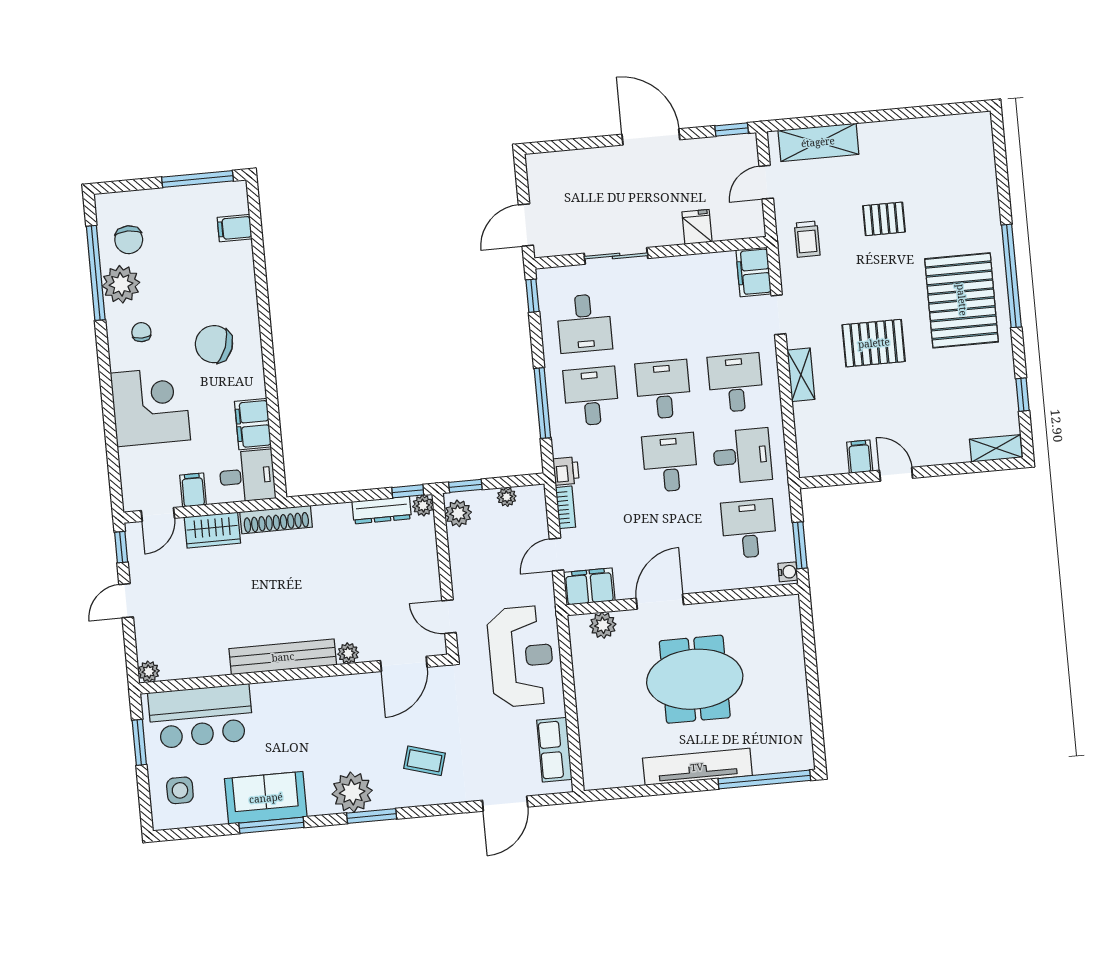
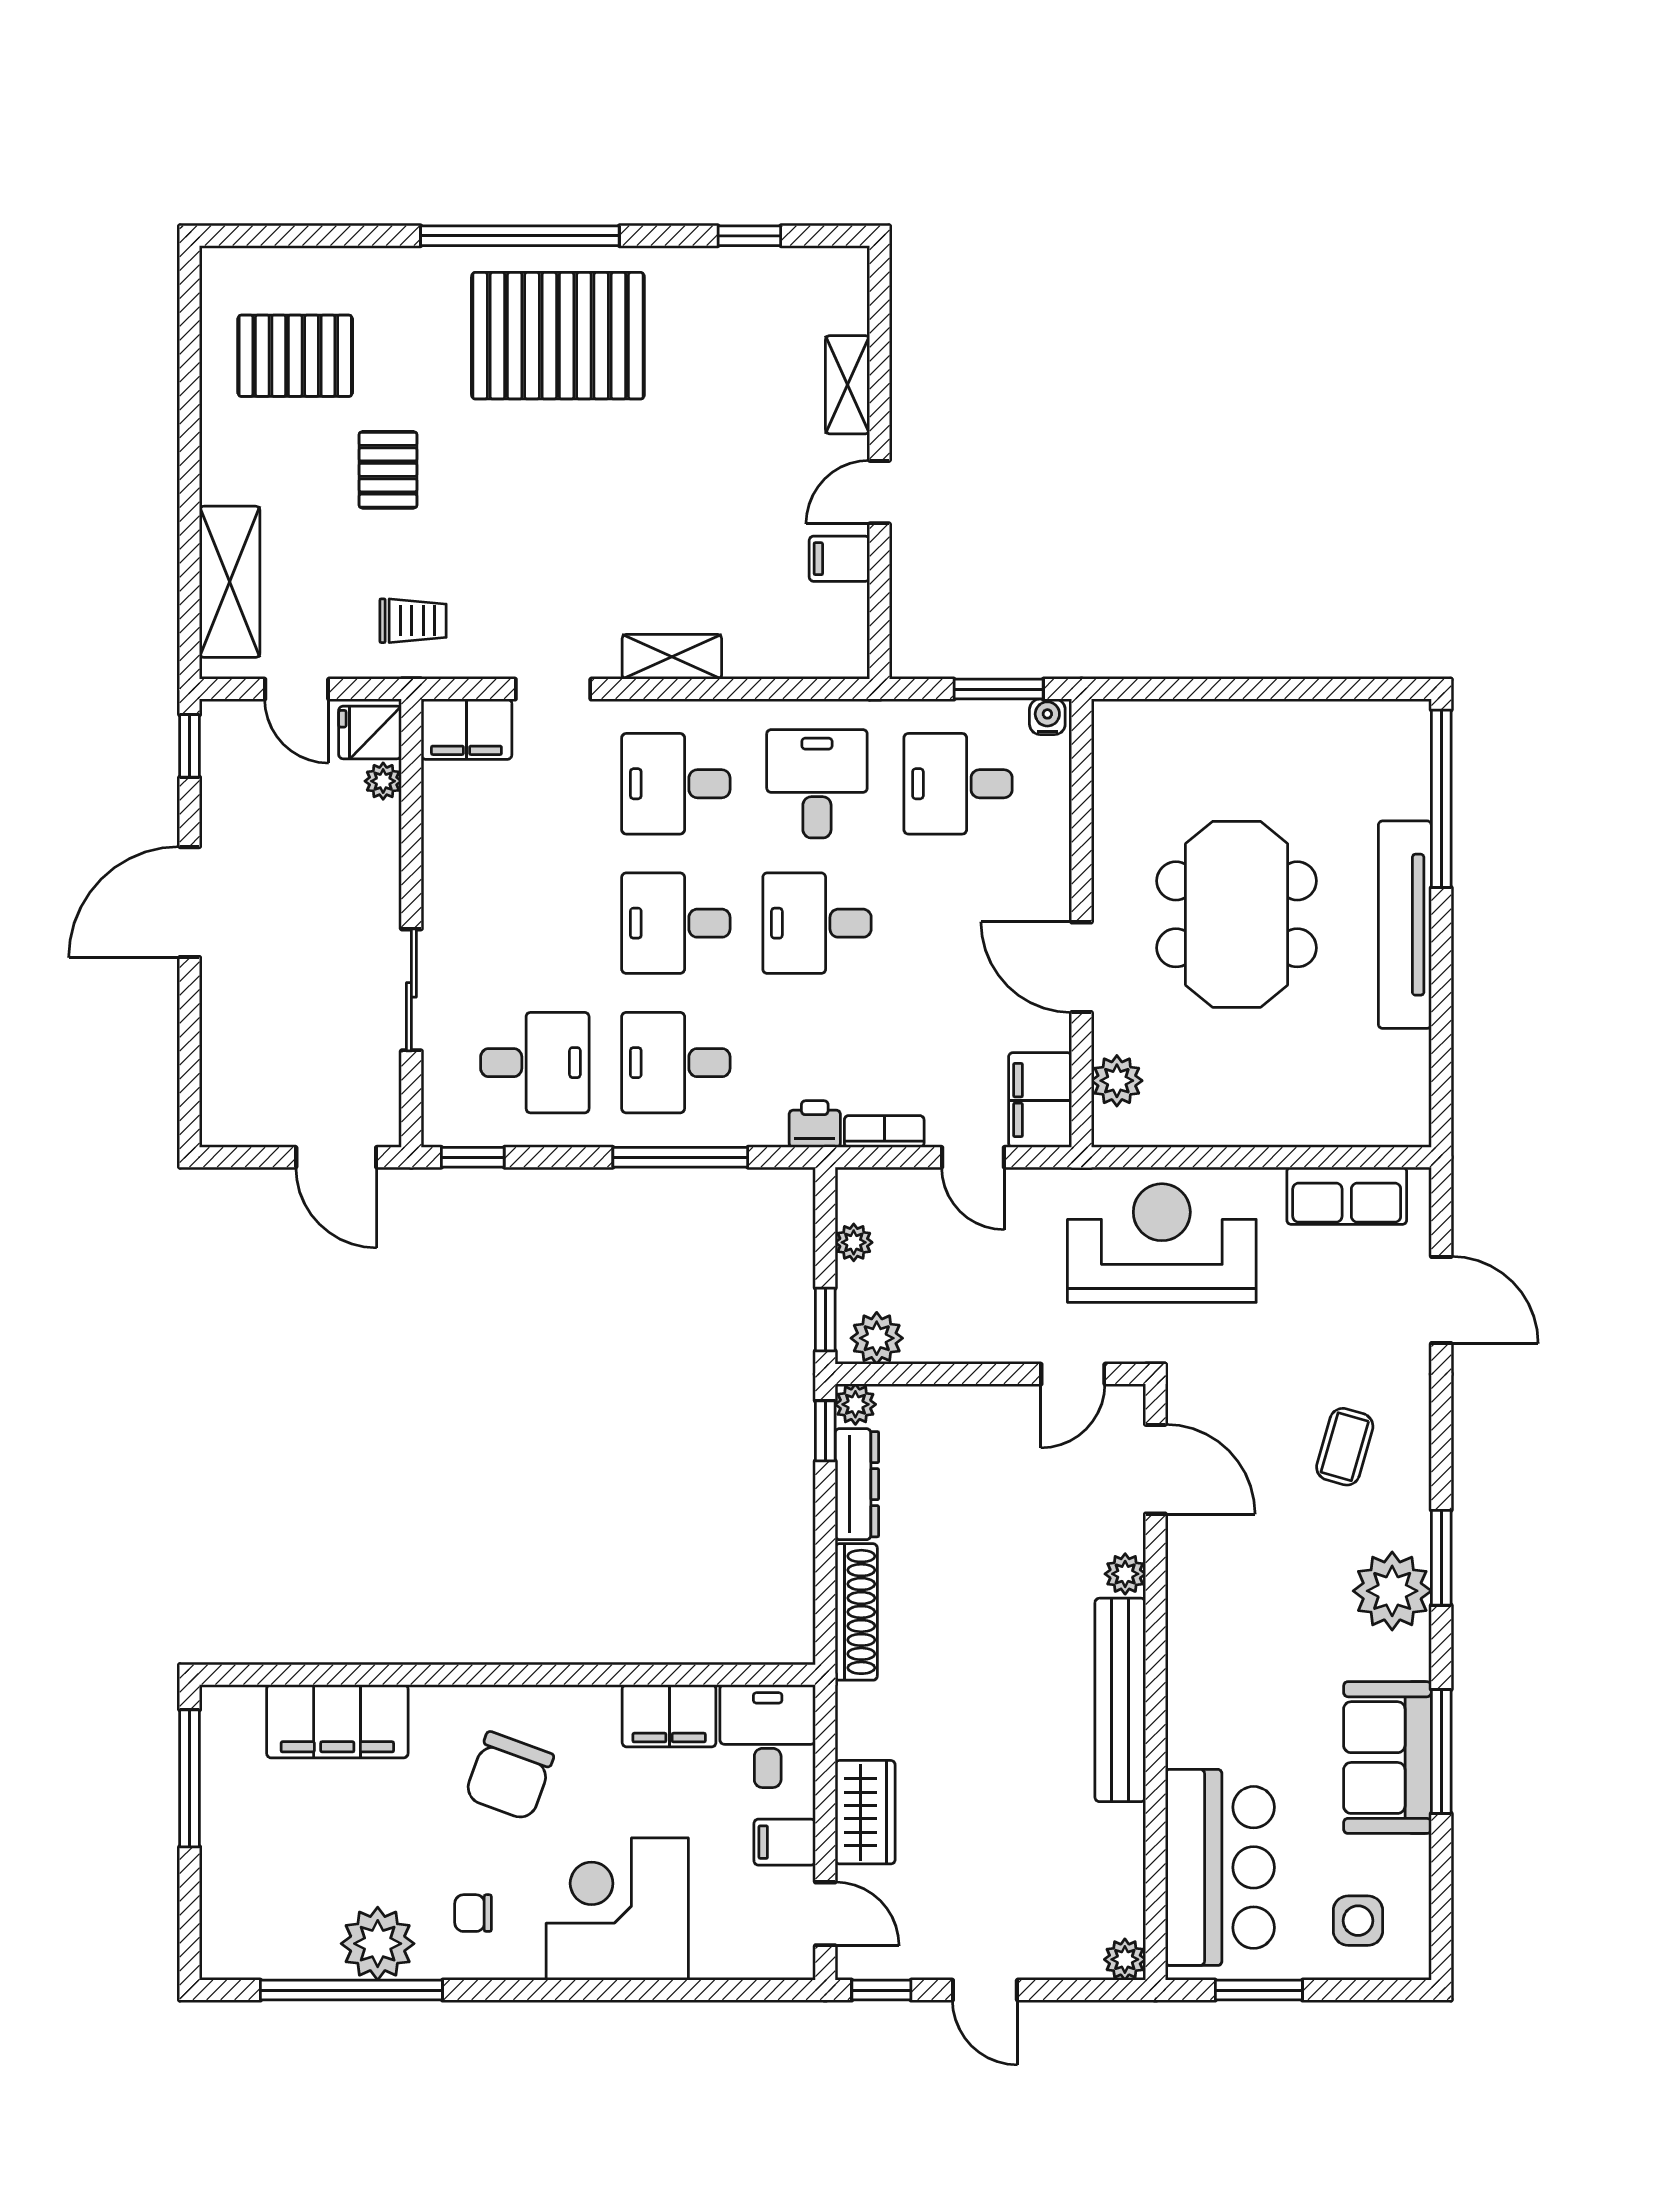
fridge: (697, 227) -> (370, 732), moved
filing cabinet: (235, 228) -> (337, 1721), width x3.00, depth x1.17
plant: (723, 231) -> (383, 781), added
chair: (129, 240) -> (294, 1921), removed
pallet: (874, 343) -> (295, 356), moved, turned 90
shelving: (996, 448) -> (848, 385), moved
shoe rack: (276, 520) -> (856, 1612), moved

